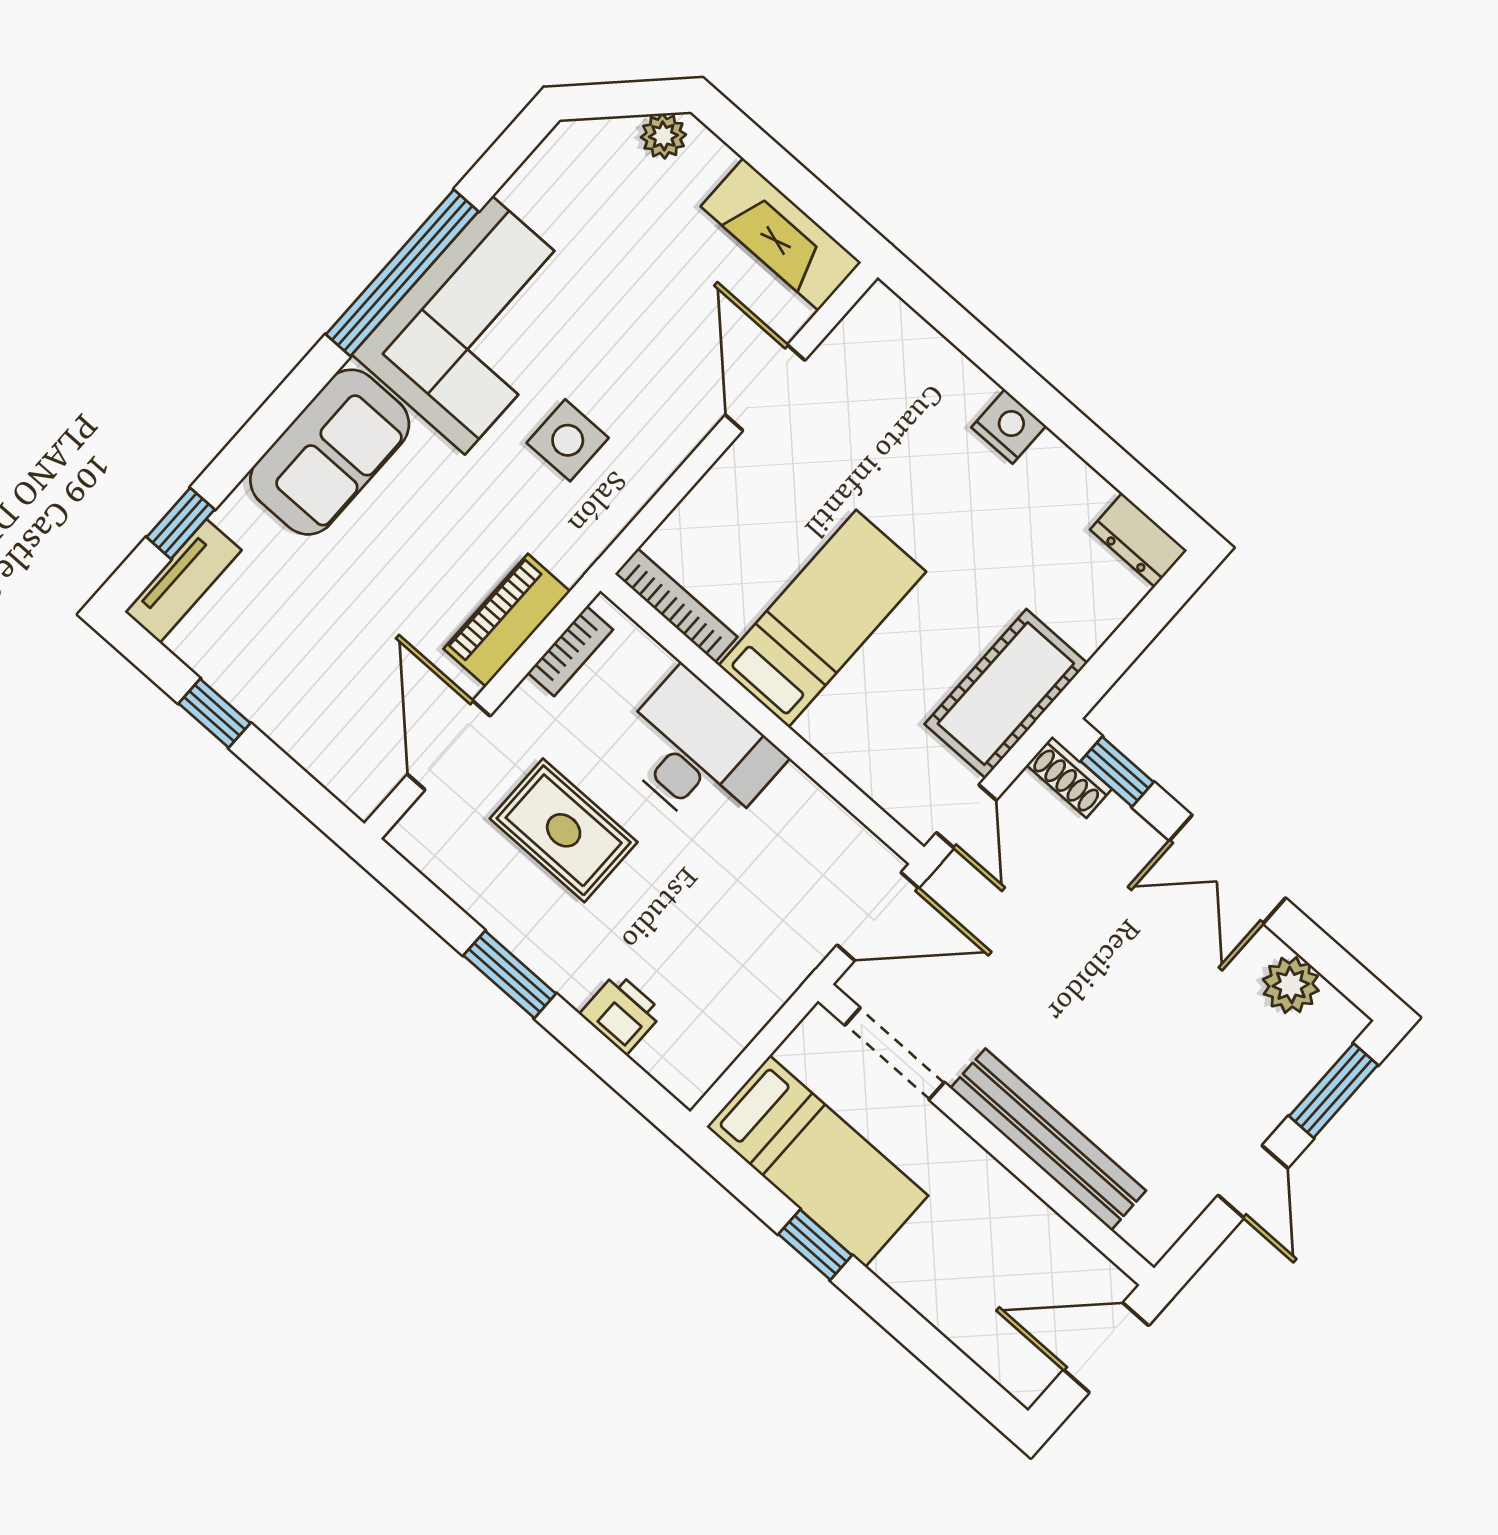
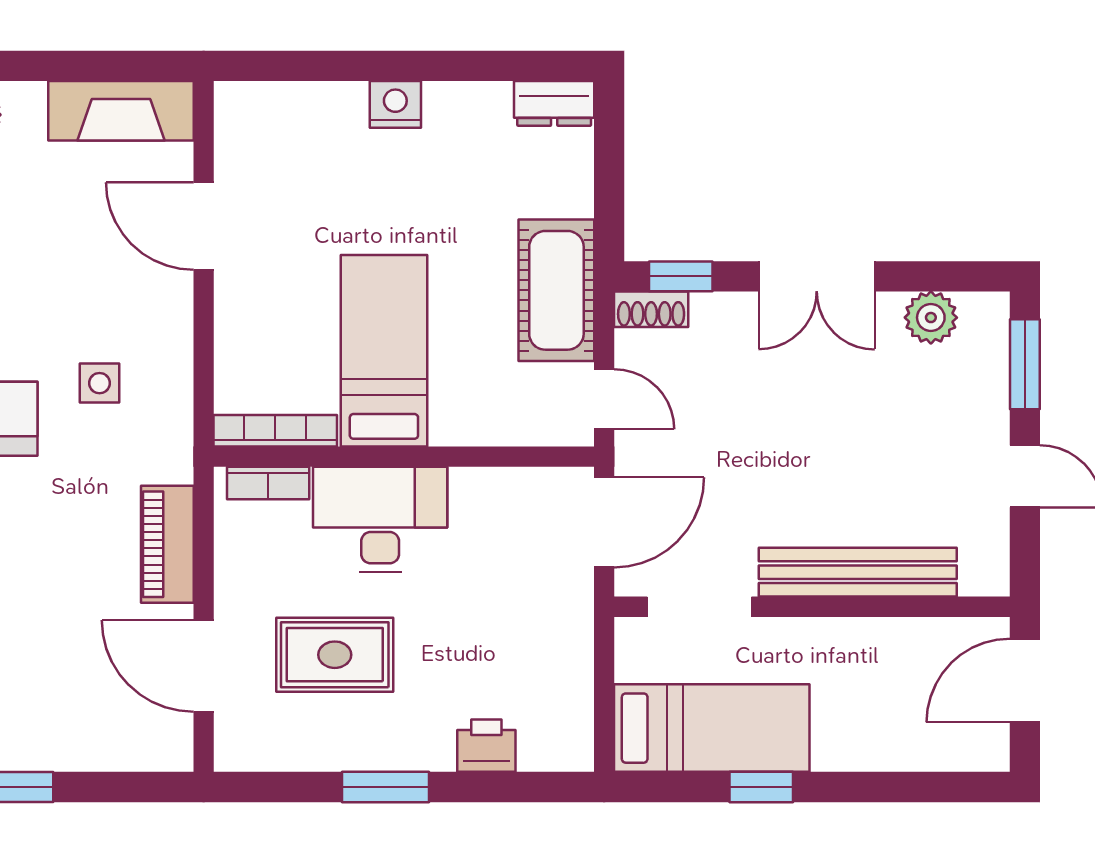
side table: (568, 440) -> (99, 383), width x0.73, depth x0.73
bookcase: (570, 651) -> (268, 483), moved, turned 90

